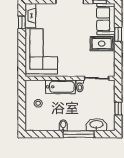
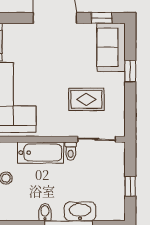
rug: (102, 44) -> (86, 99), moved
washbasin: (96, 125) -> (80, 211), moved

